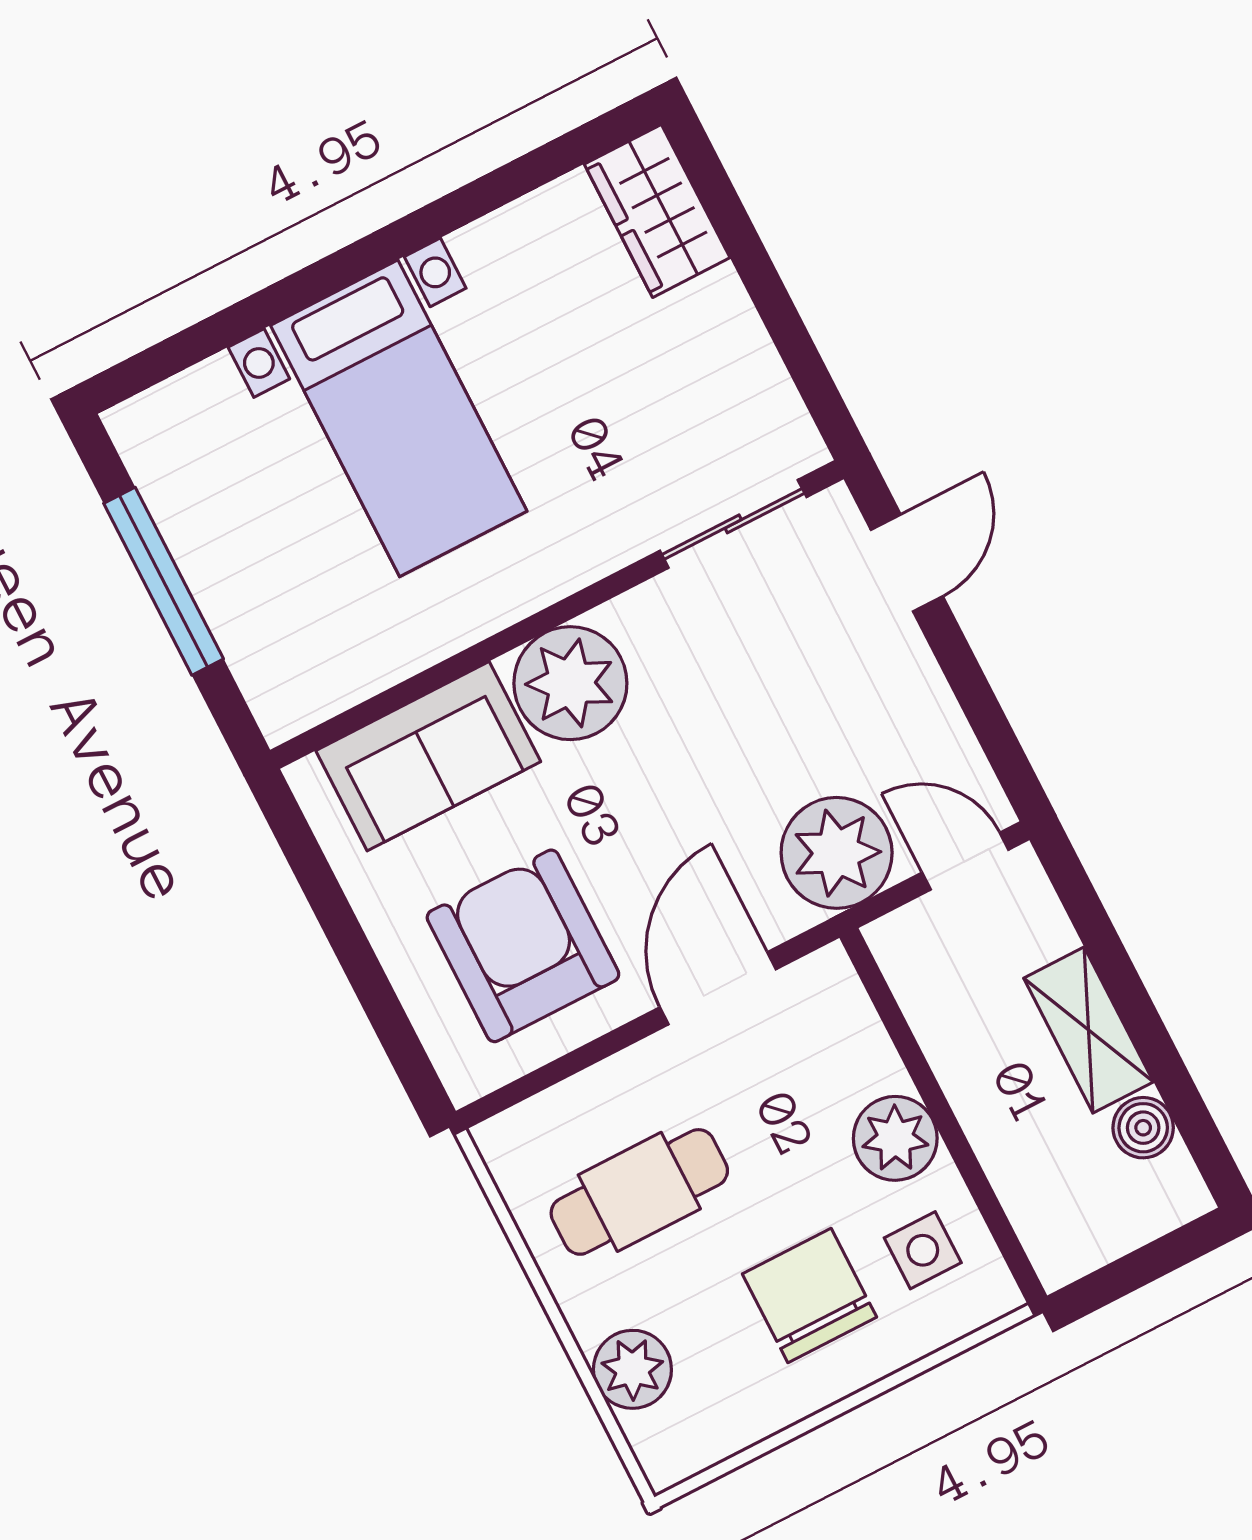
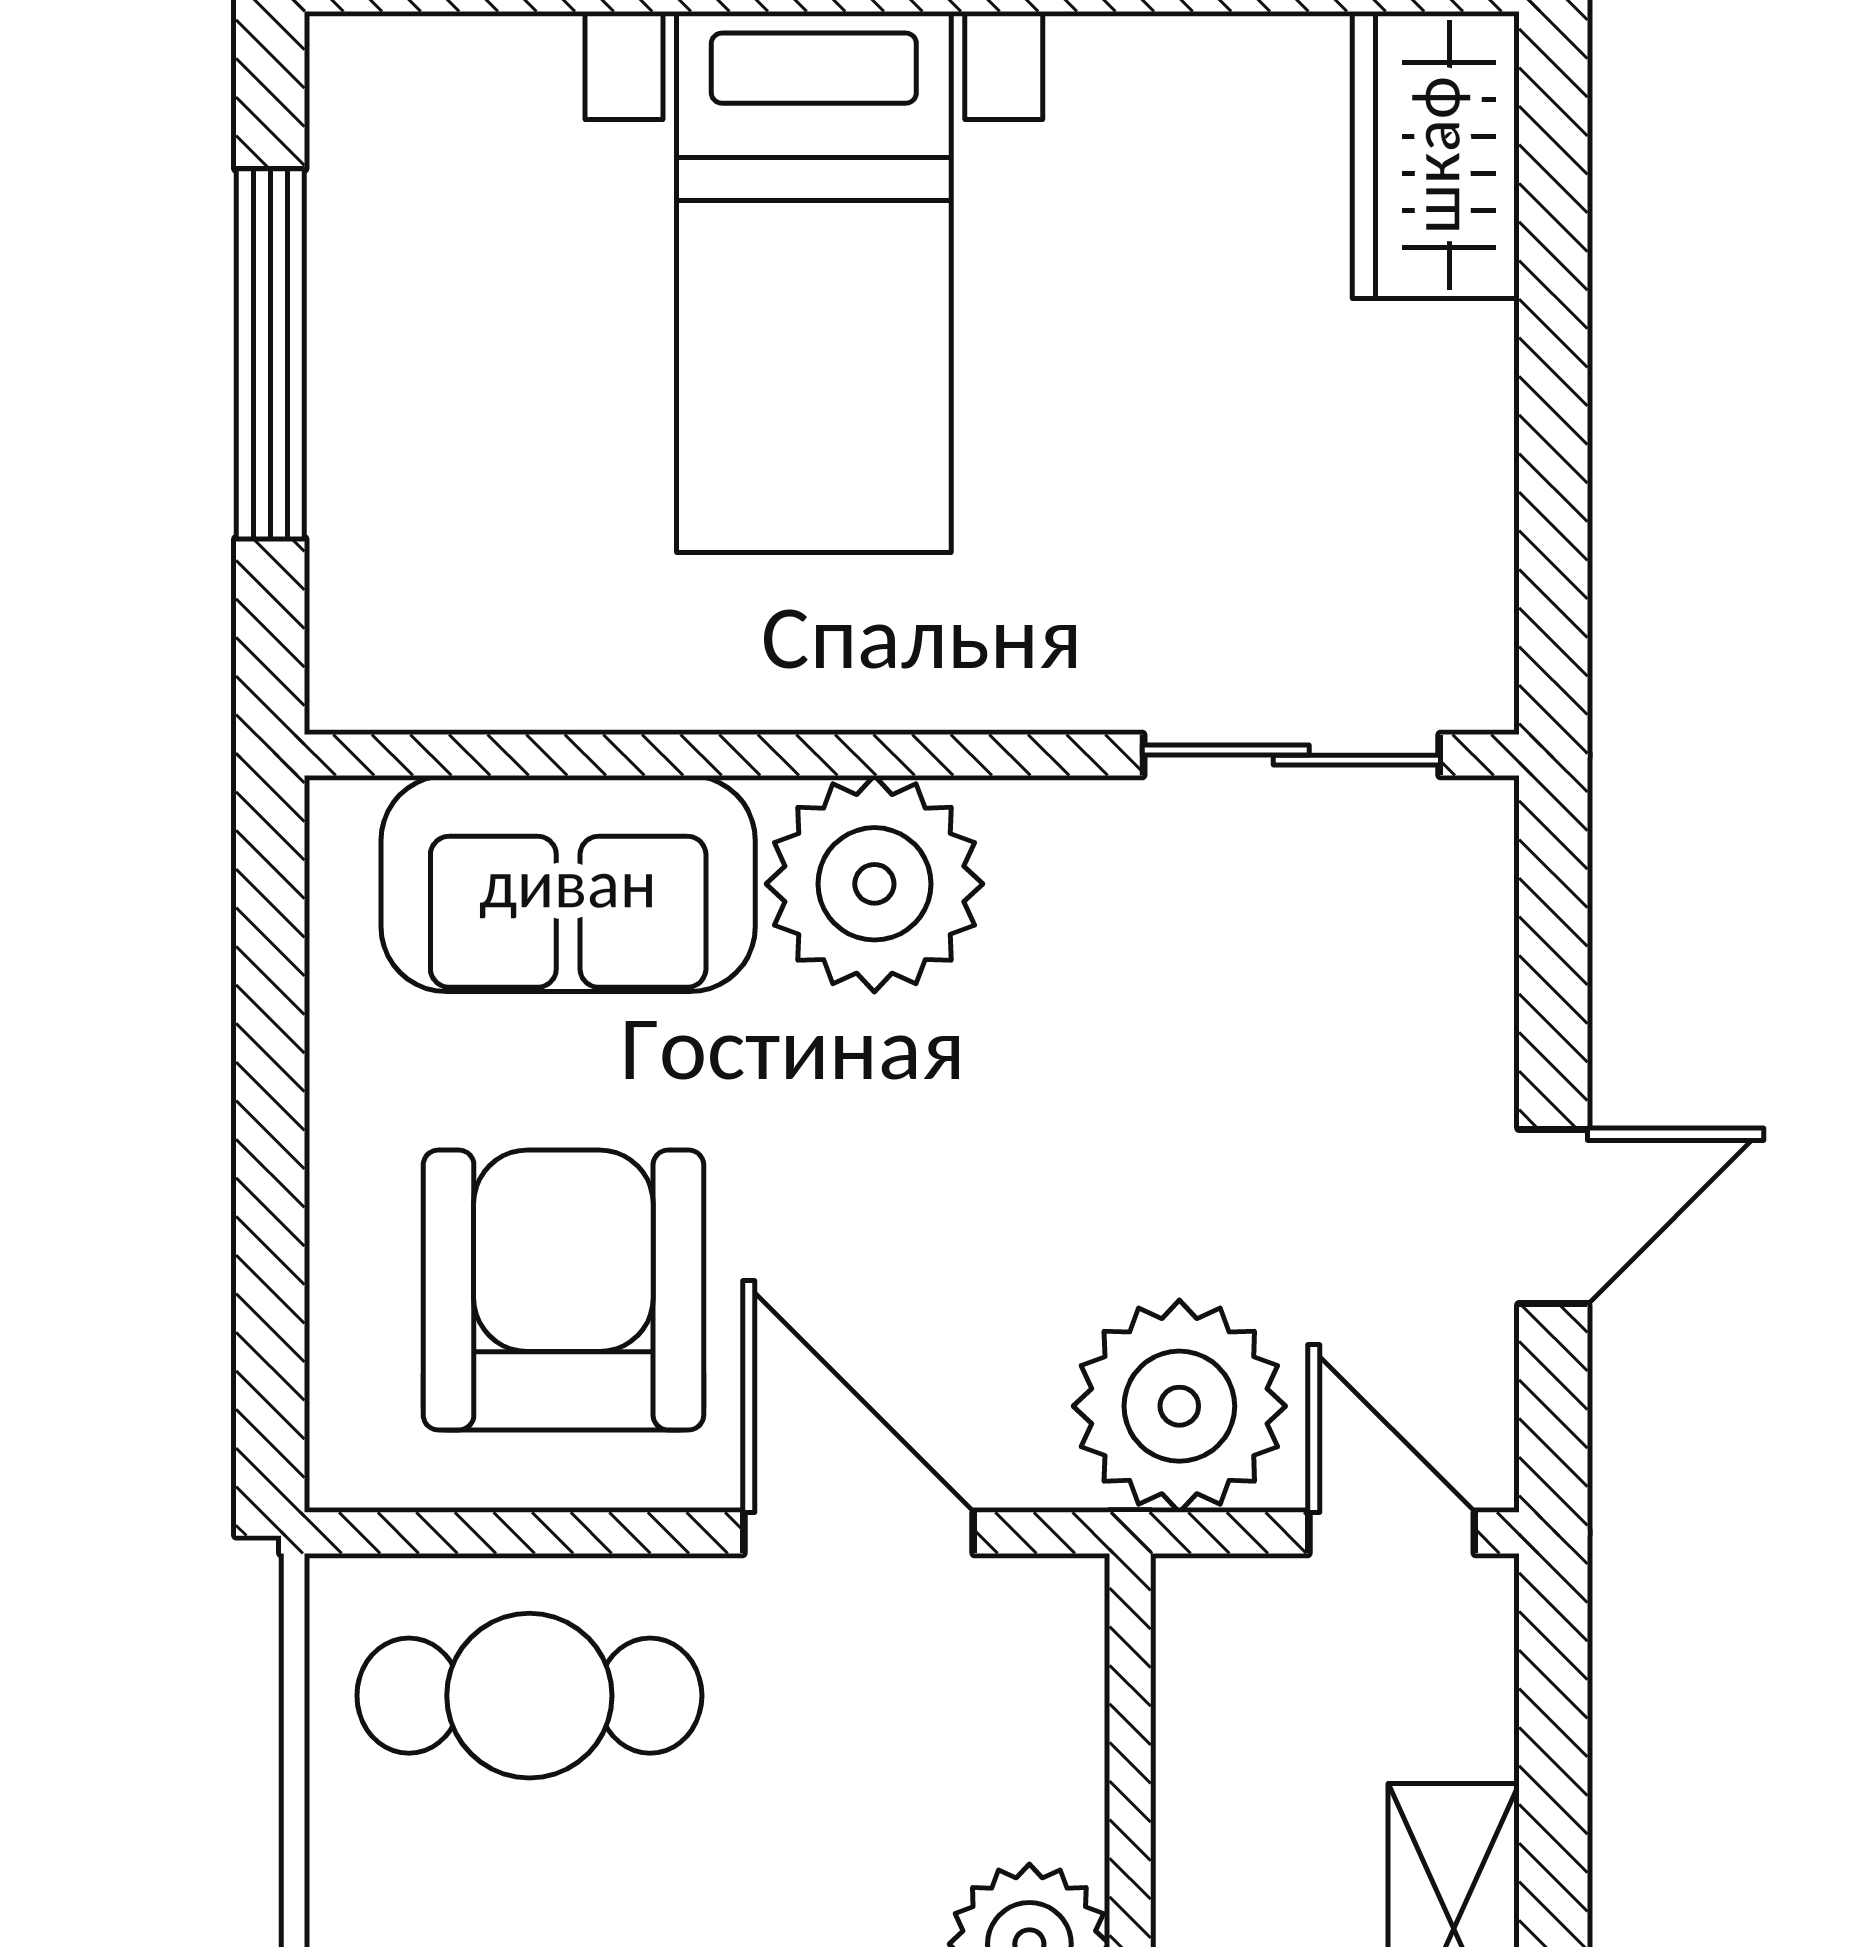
door: (907, 563) -> (1553, 1216), moved
door: (718, 988) -> (859, 1533), hinge flipped
cafe table: (639, 1192) -> (529, 1696), moved

